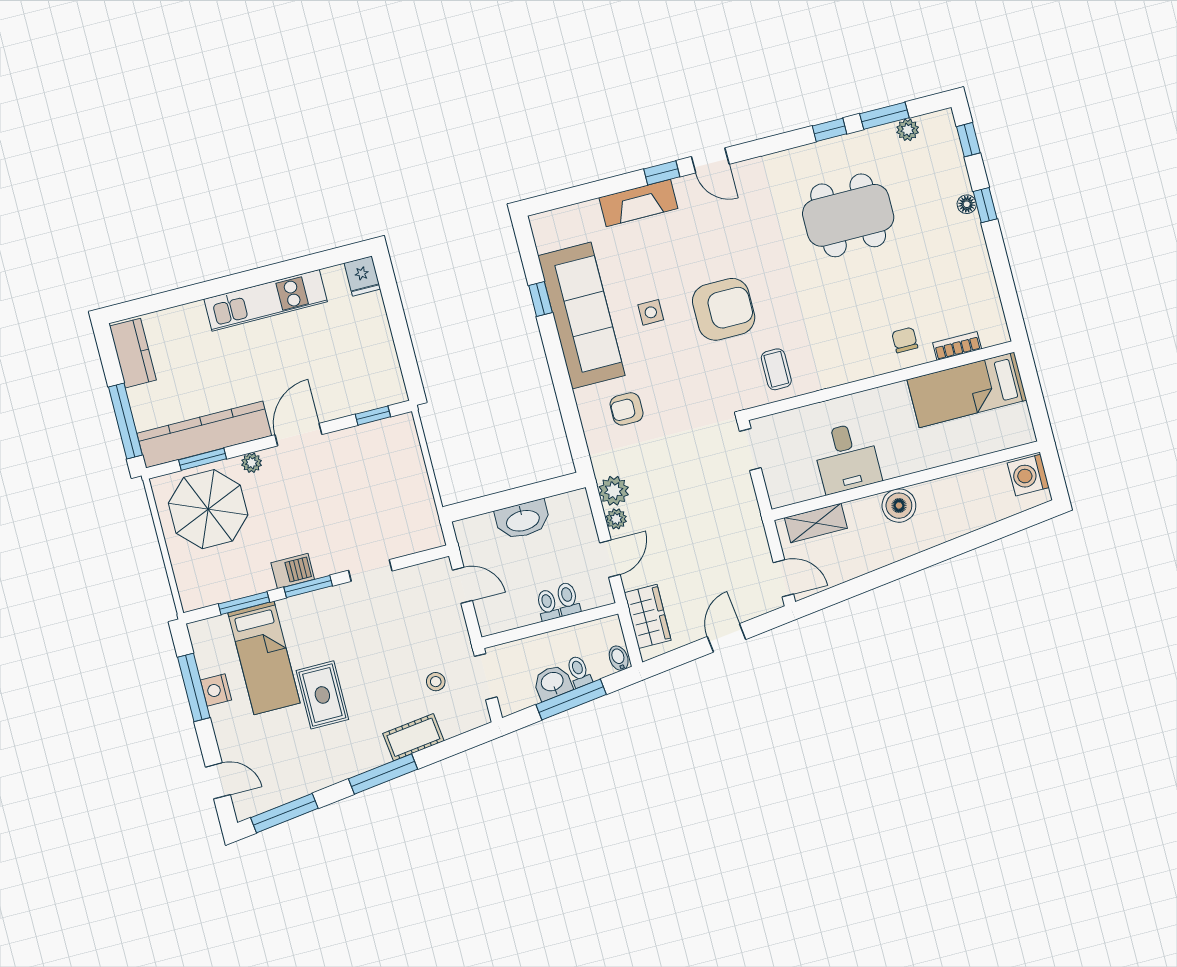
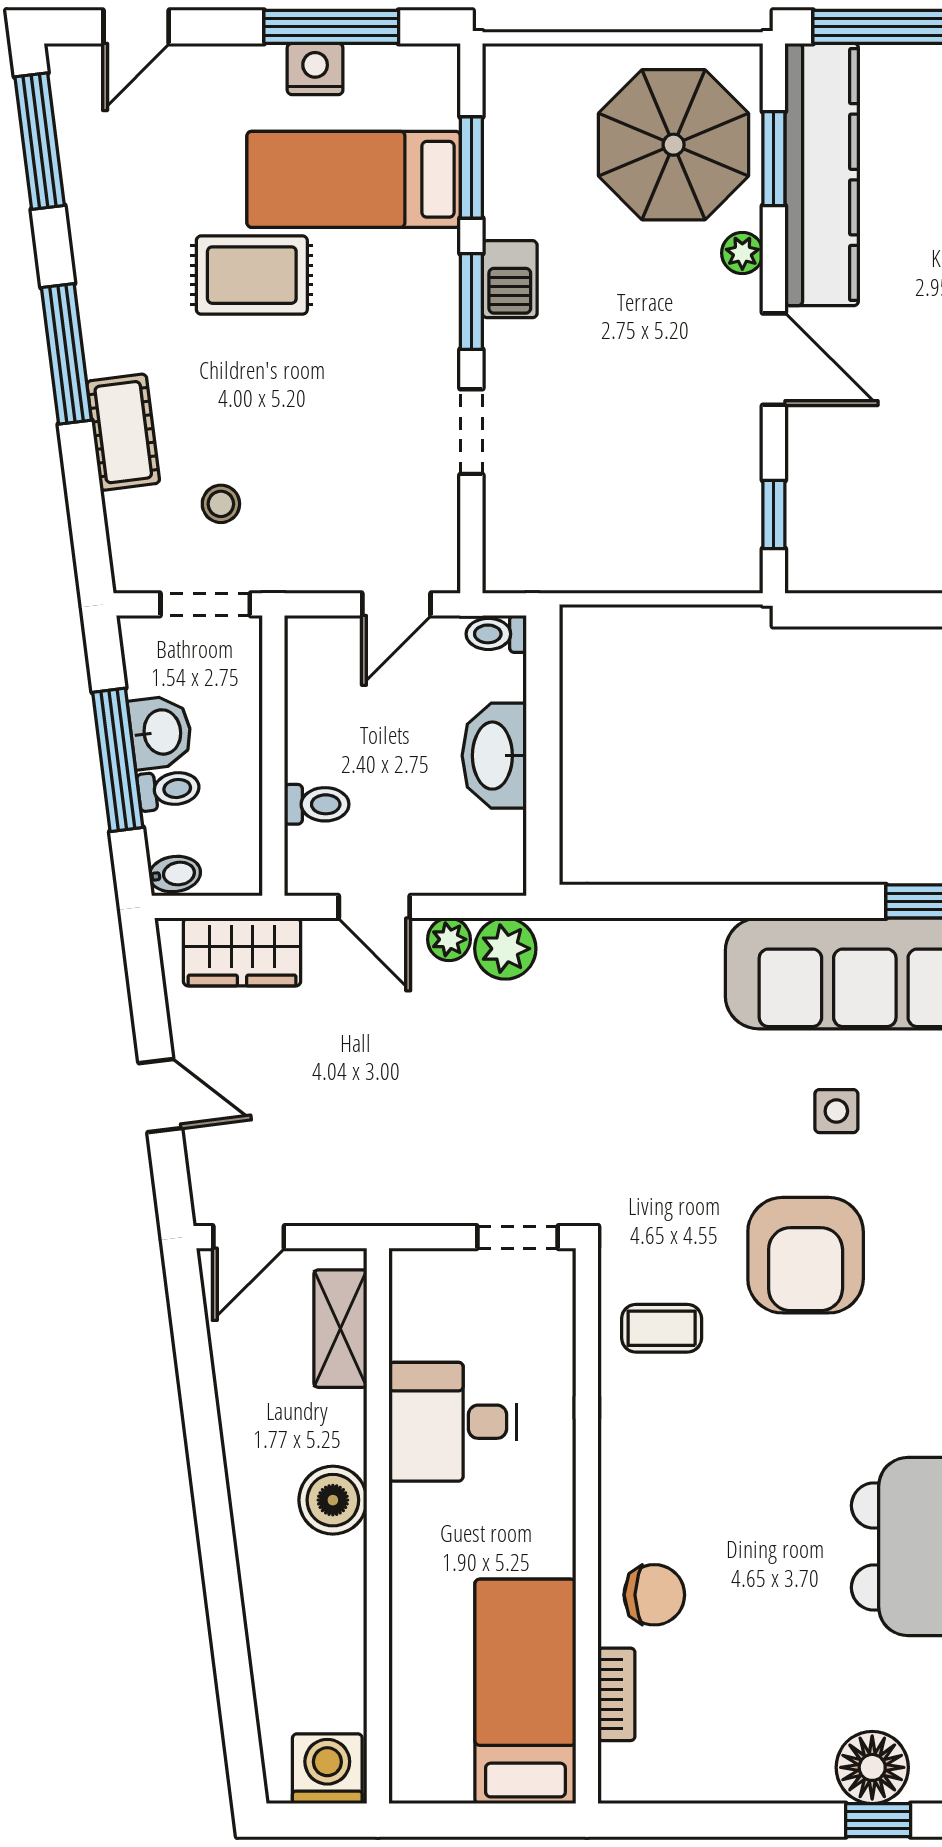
floor lamp: (967, 204) -> (872, 1767), width x1.89, depth x1.89
chair: (905, 340) -> (654, 1595), width x1.37, depth x1.37
armchair: (627, 409) -> (659, 1015), removed
toilet: (548, 605) -> (496, 634), moved, turned 180

